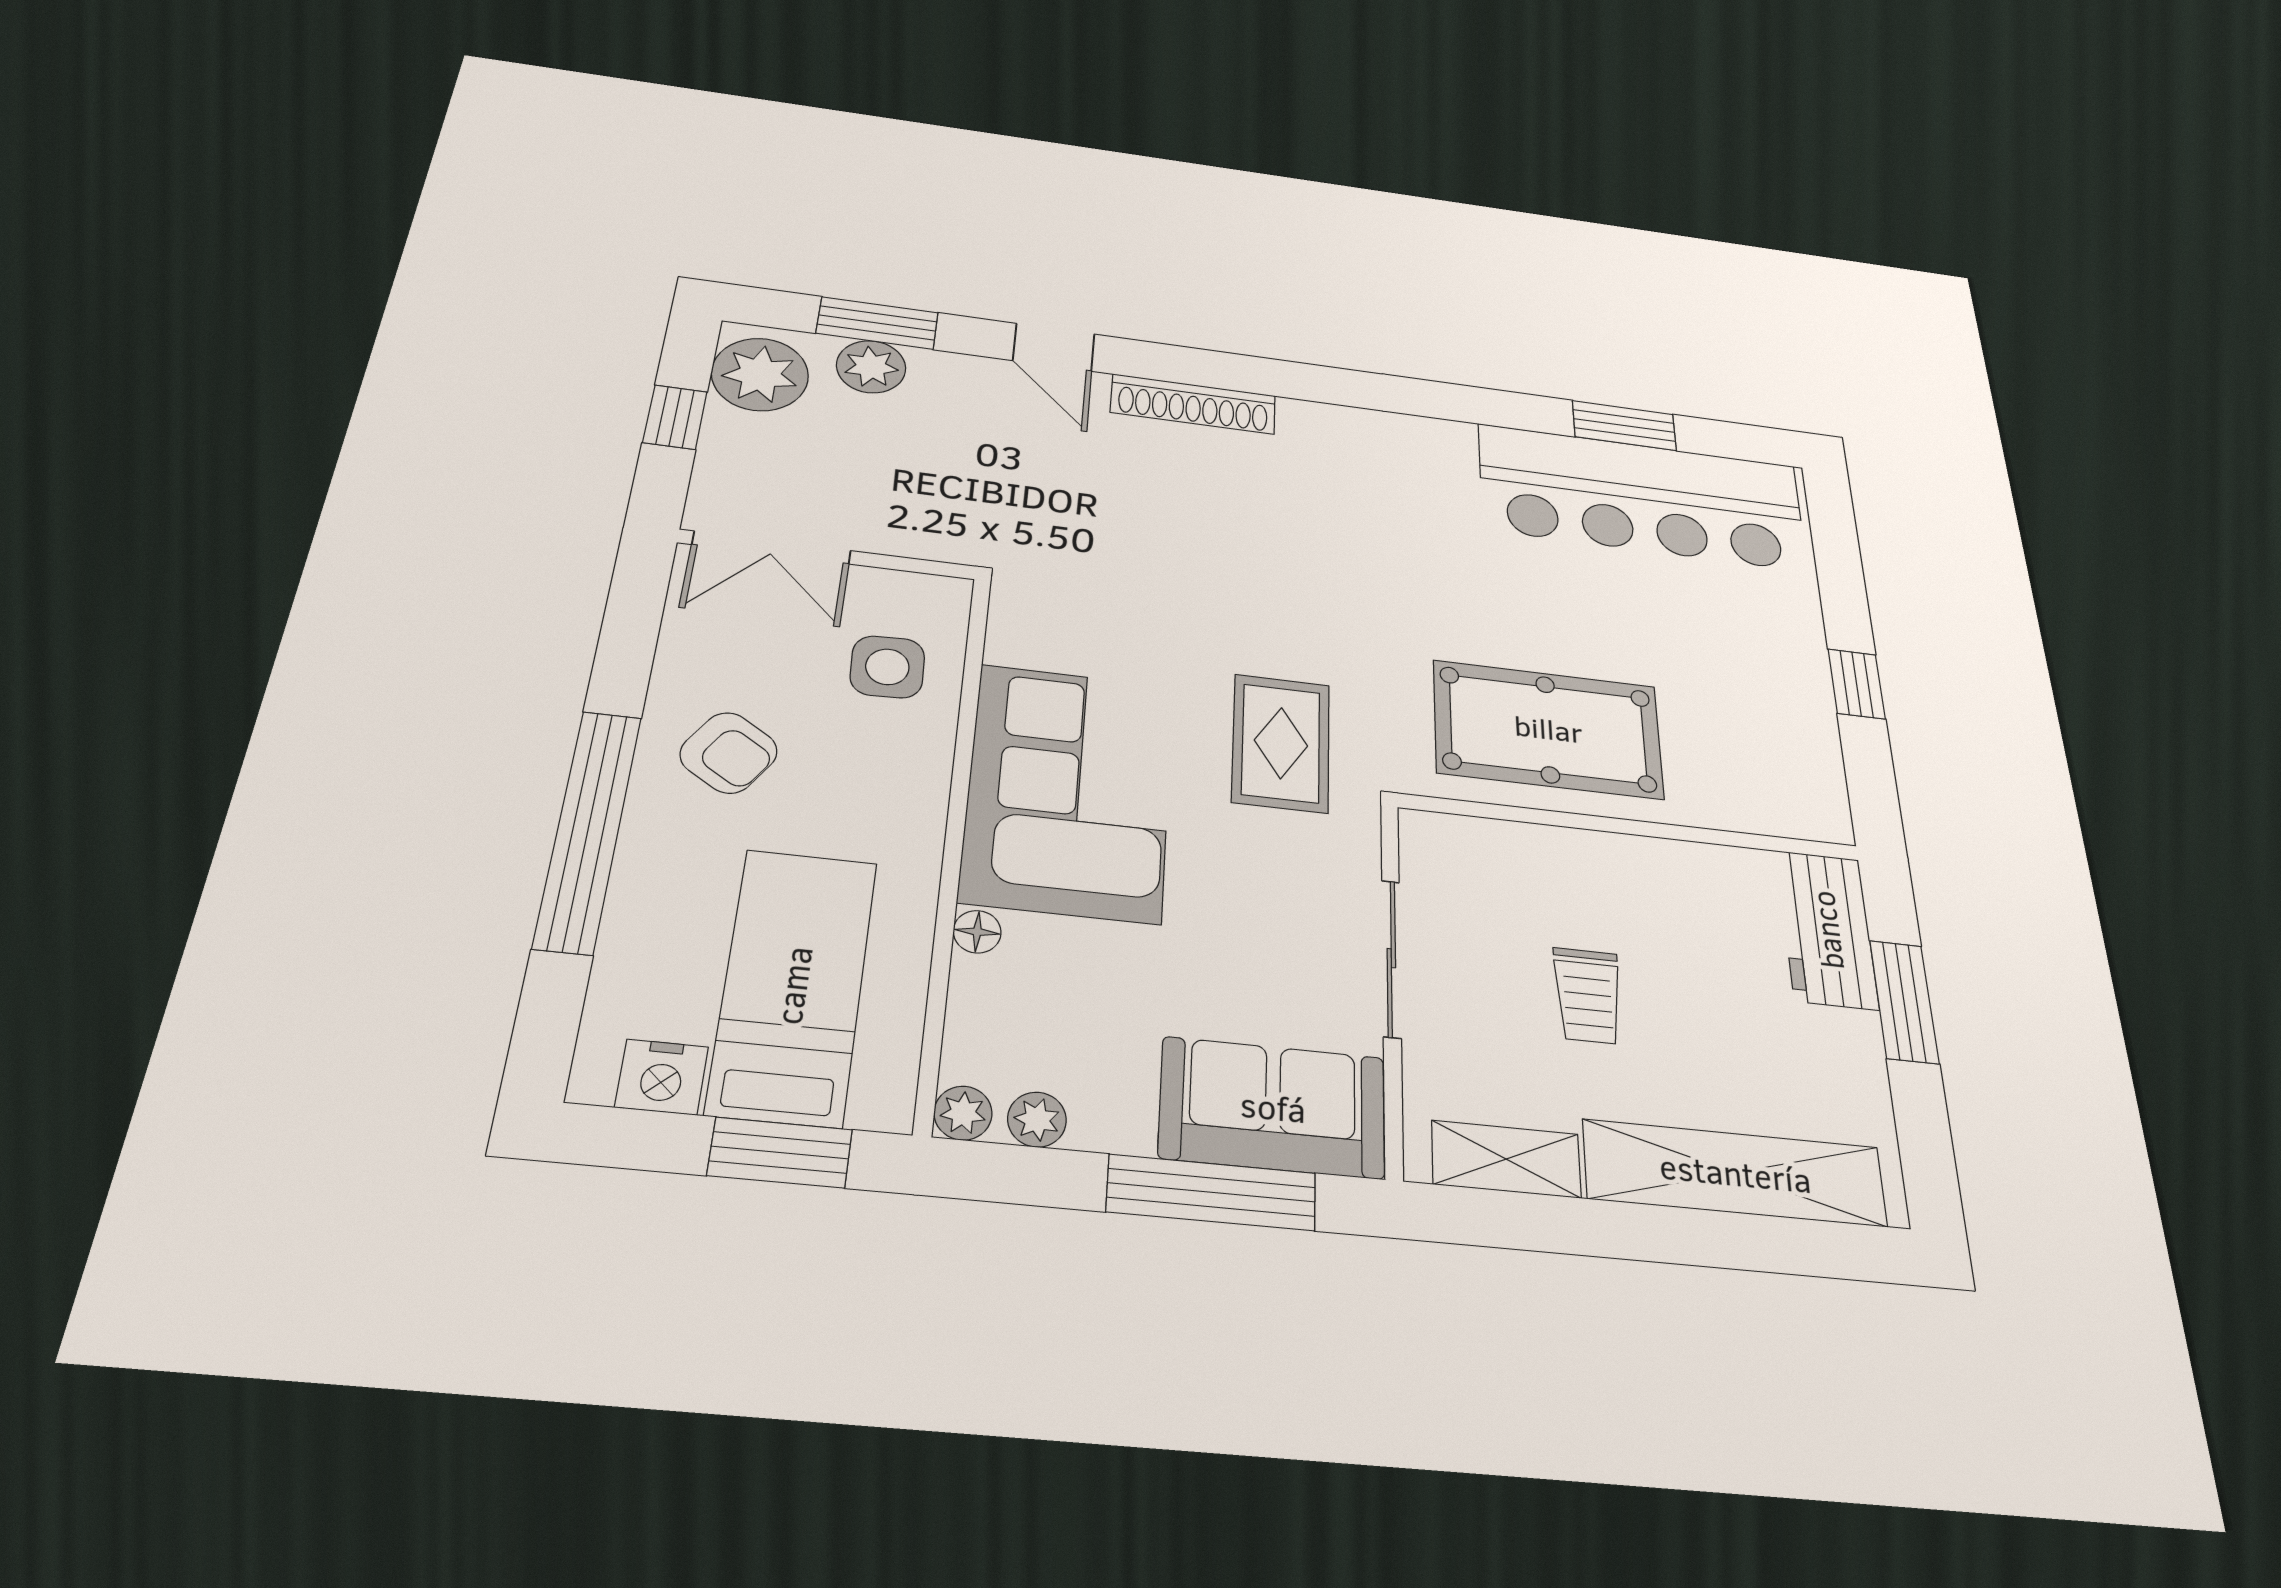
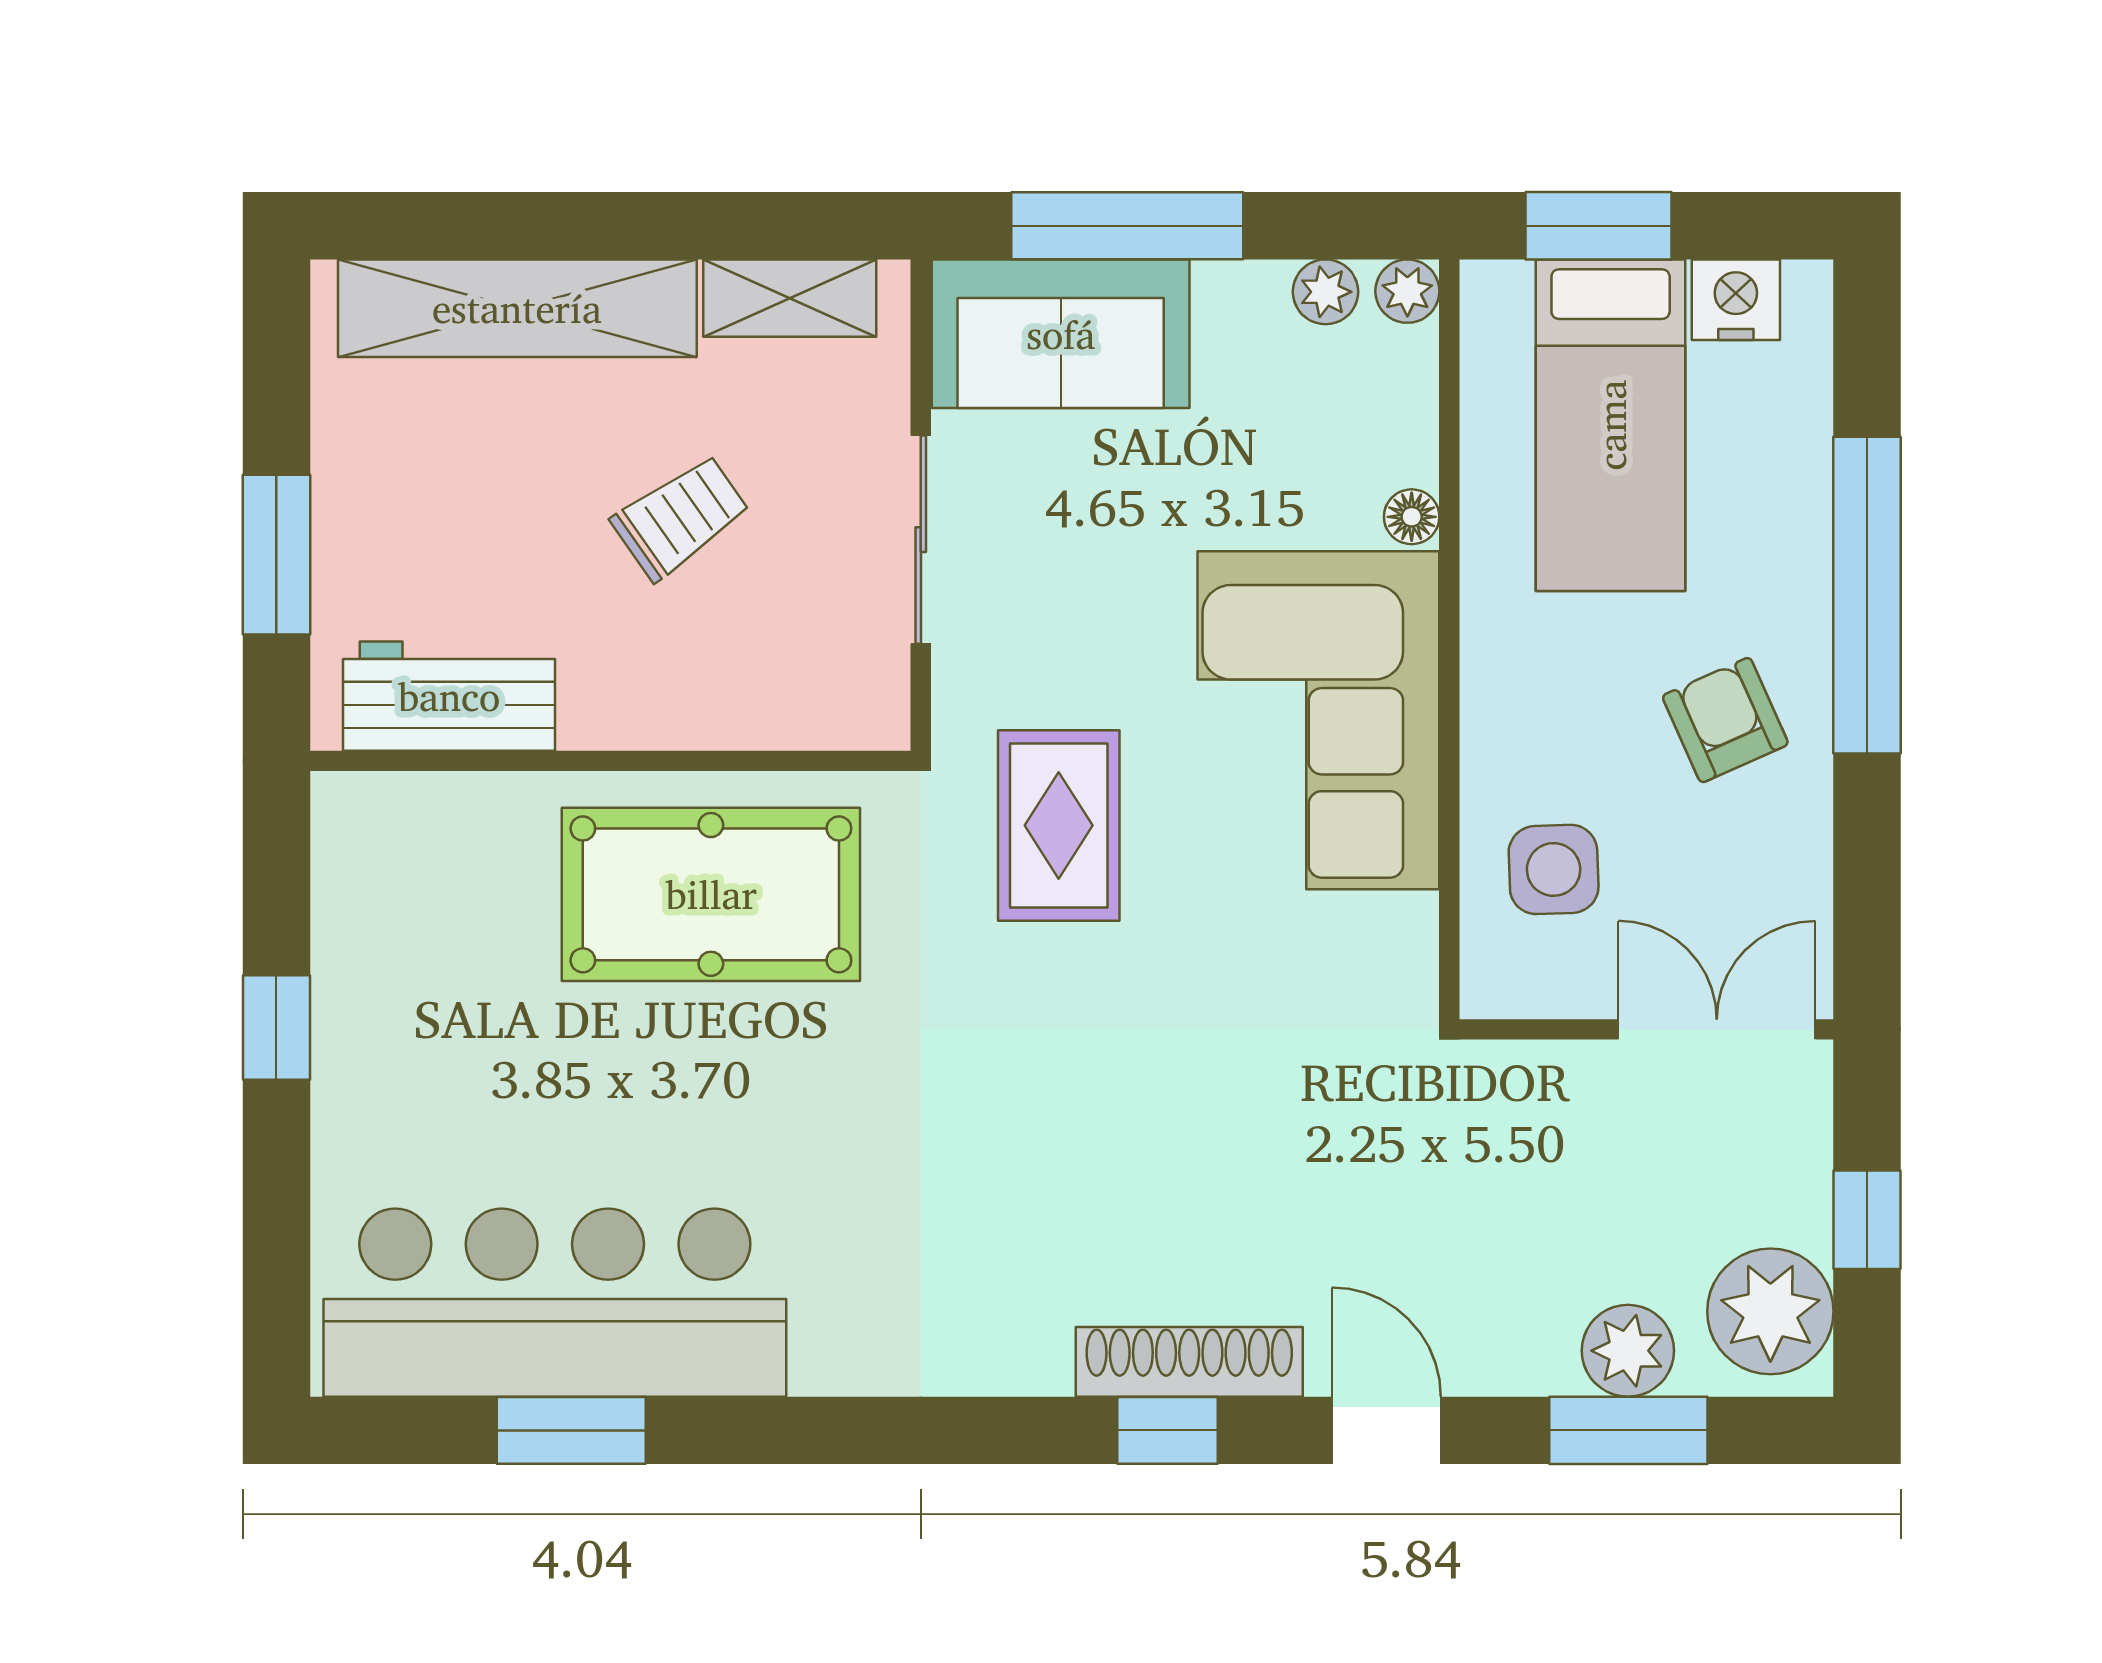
window: (1211, 369) -> (1167, 1430), added
armchair: (729, 753) -> (1725, 720), turned 33
workbench: (1827, 929) -> (449, 696), moved, turned -90
trolley: (1588, 996) -> (680, 517), turned 55

